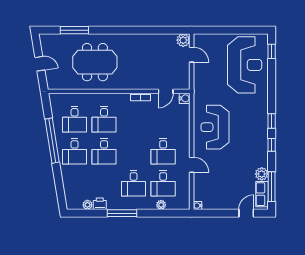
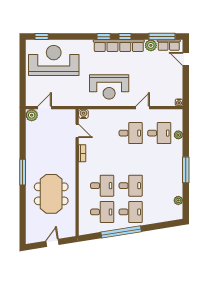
window: (74, 30) -> (23, 172), moved
row of seats: (261, 138) -> (119, 46), added
desk: (134, 183) -> (159, 159), removed
printer: (100, 204) -> (177, 190), removed

